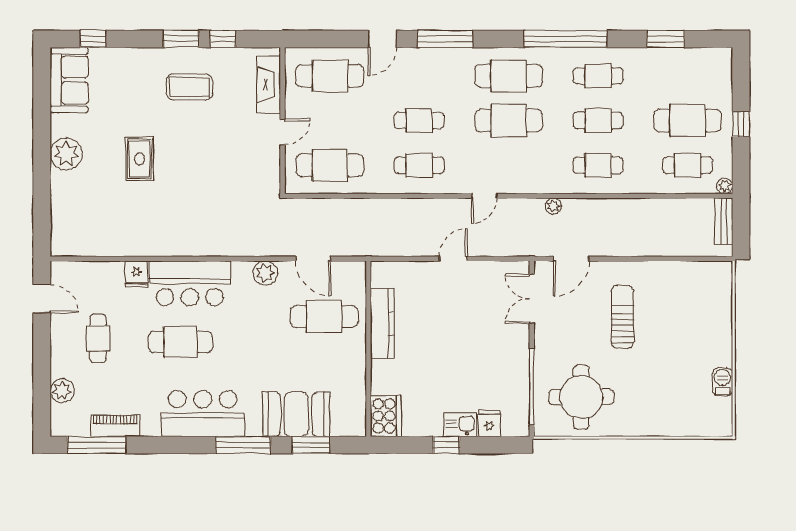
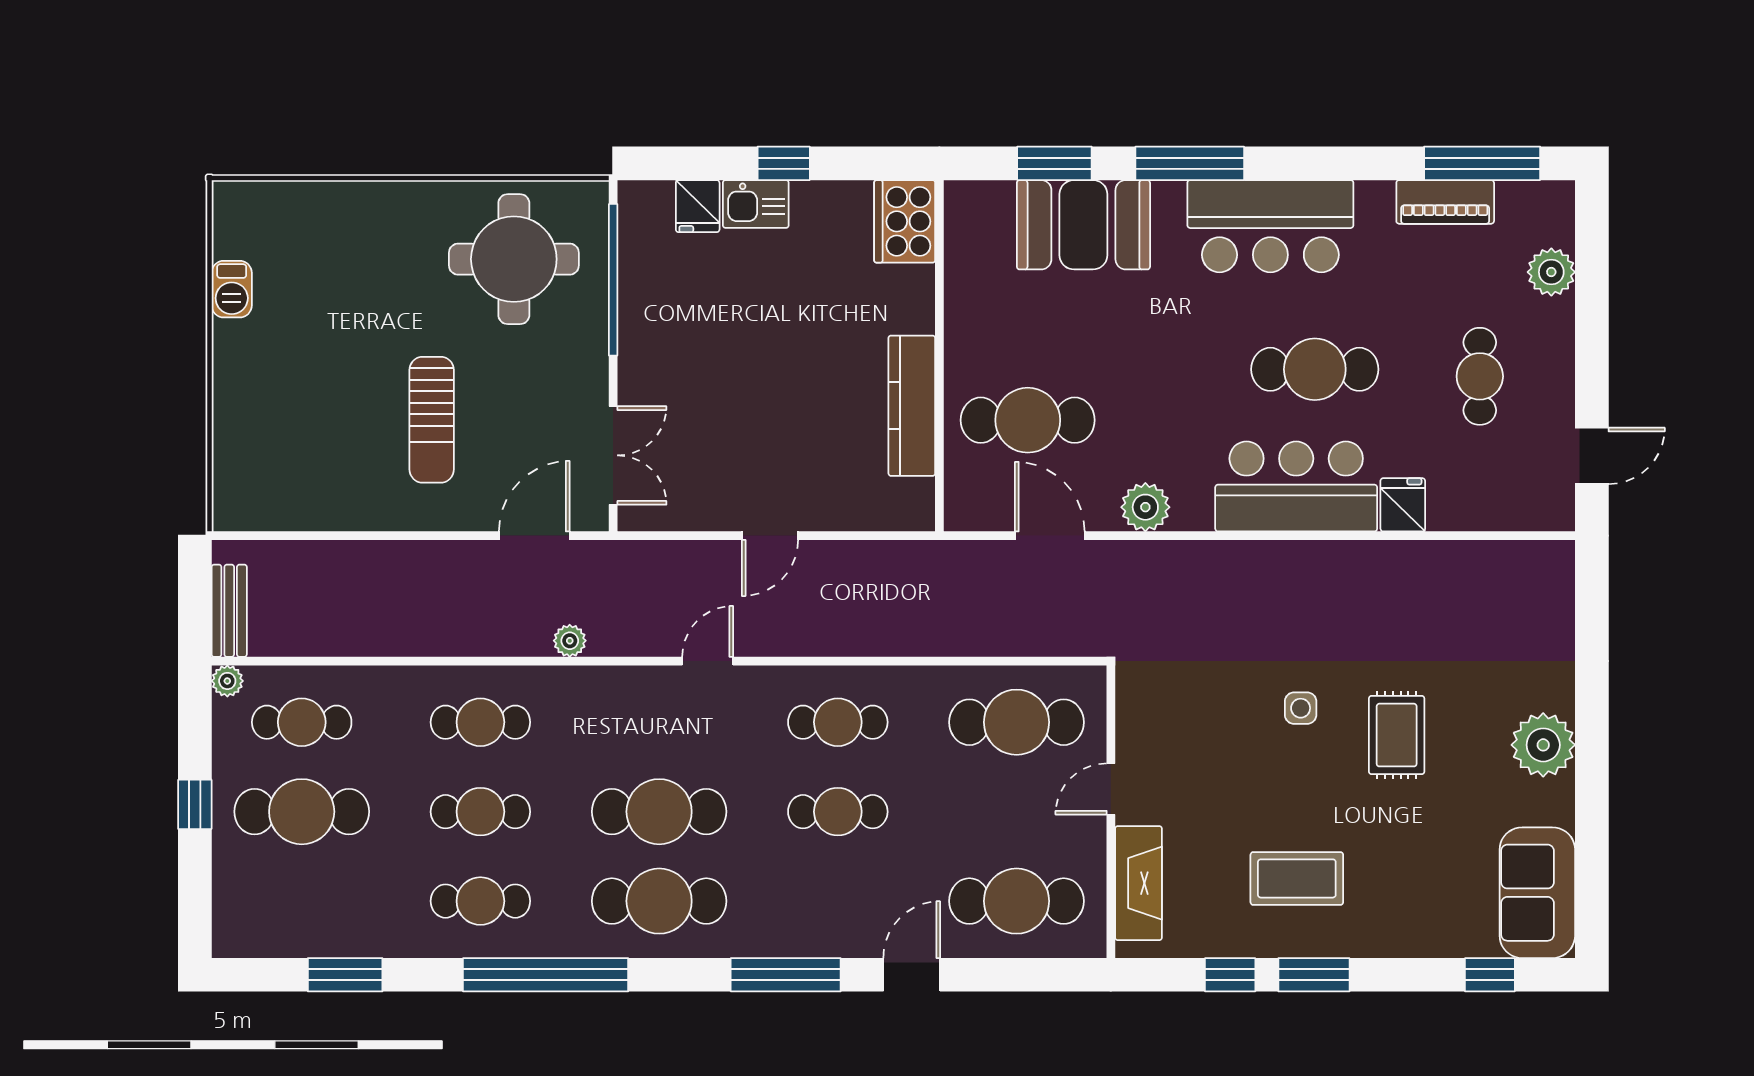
side table: (188, 172) -> (1301, 708), added
door: (42, 299) -> (1592, 456), swing flipped

